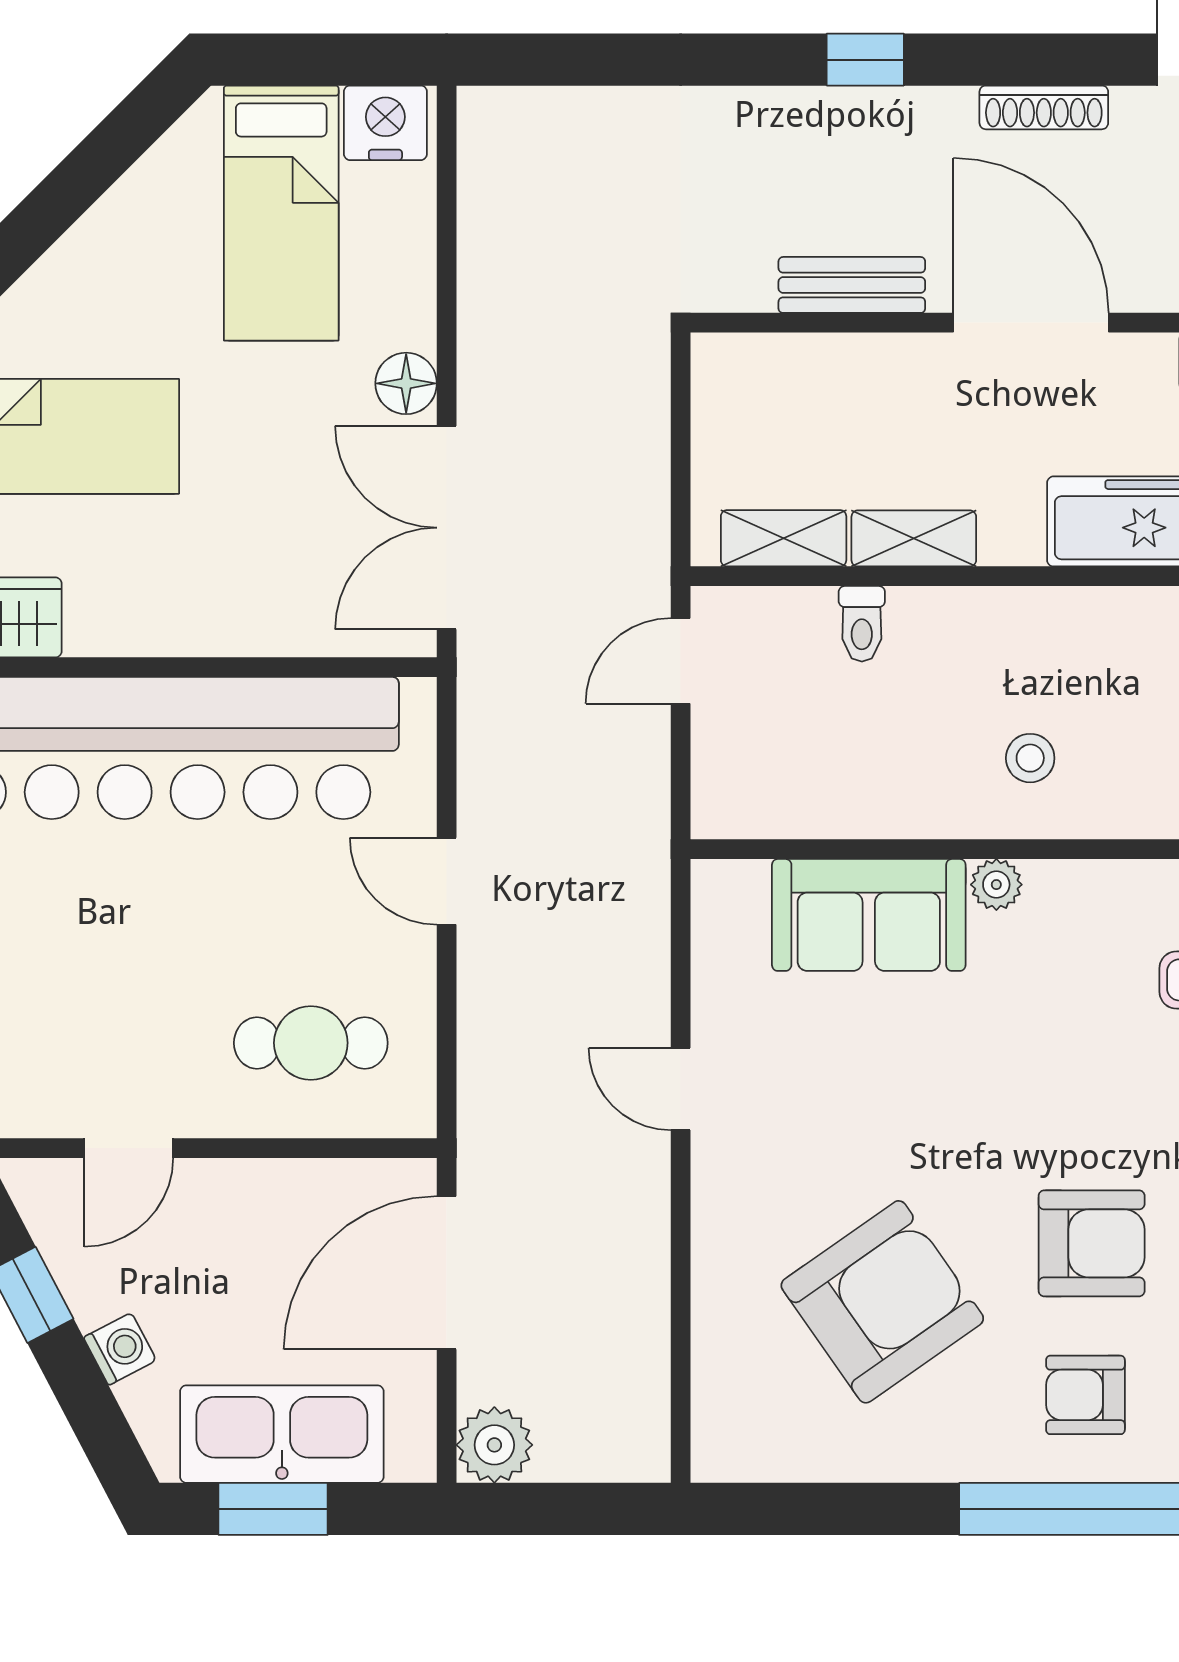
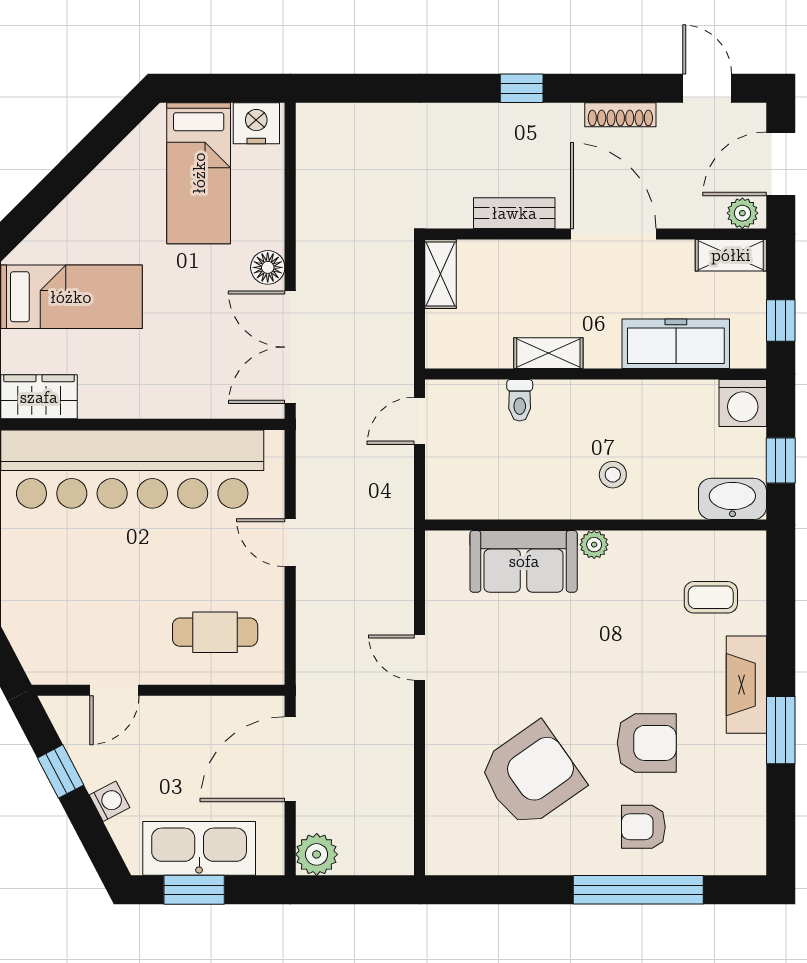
shelving: (784, 538) -> (441, 274), moved, turned 90

